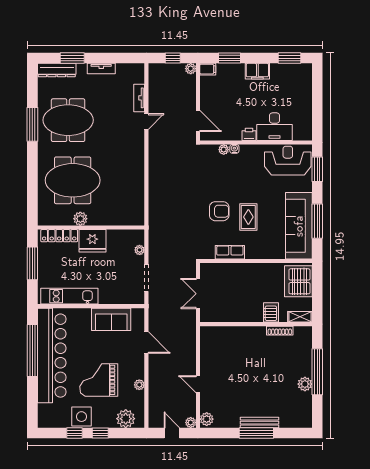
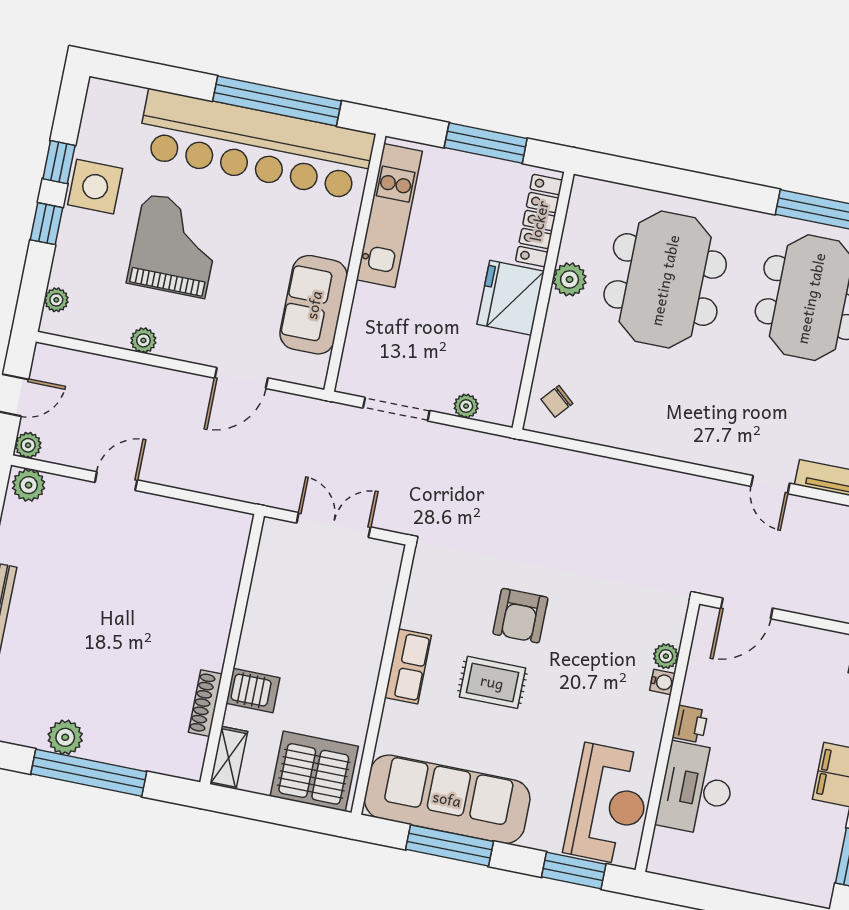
chair: (130, 214) -> (557, 401), added
row of seats: (230, 252) -> (408, 666), moved
plant: (126, 419) -> (56, 300), width x0.53, depth x0.53

